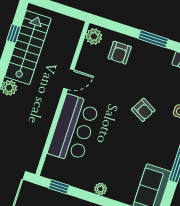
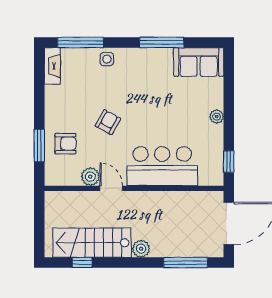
plant: (94, 36) -> (90, 177), moved
window: (153, 39) -> (39, 145), moved
armchair: (143, 110) -> (108, 122), moved

